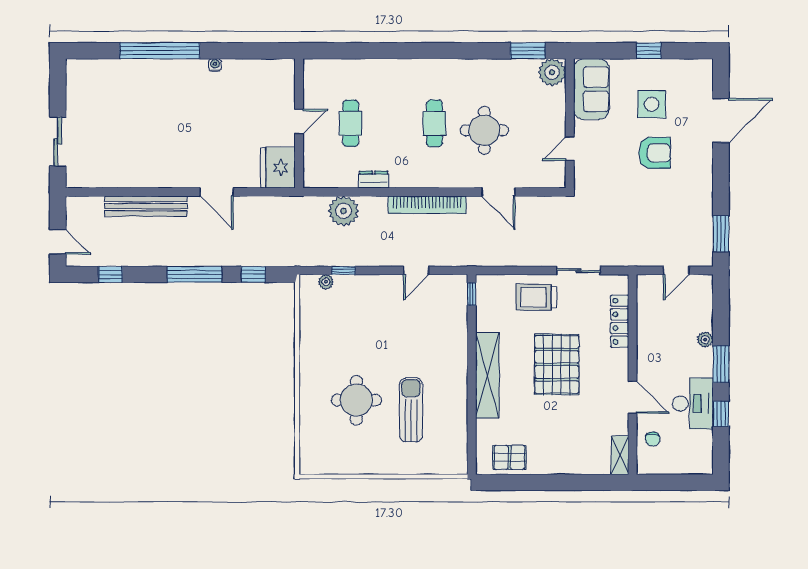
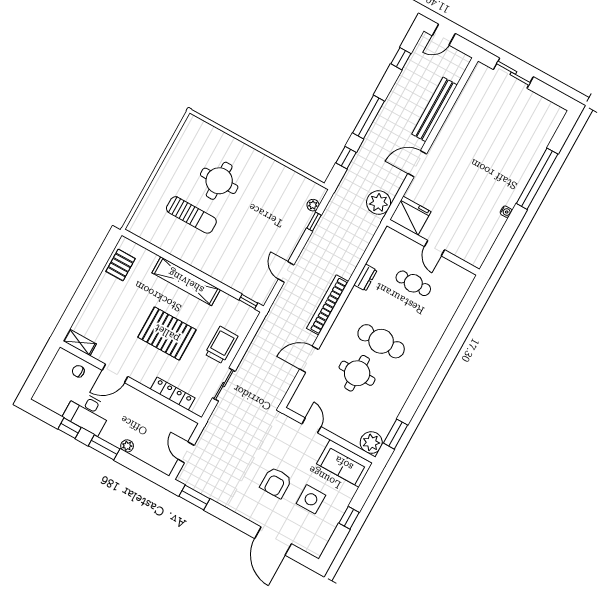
cafe table: (434, 123) -> (381, 341), width x1.37, depth x1.35
plant: (343, 211) -> (379, 203), moved

